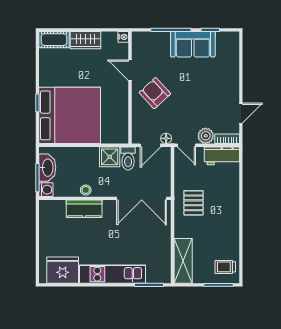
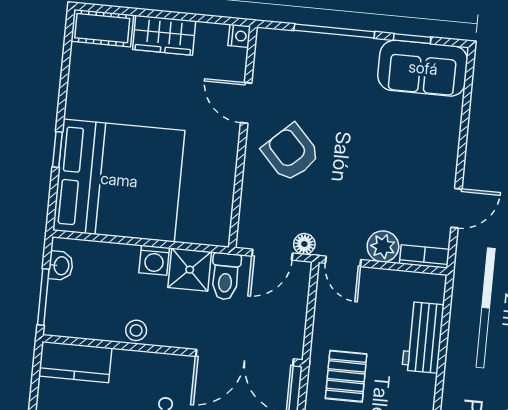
sofa: (193, 44) -> (423, 68), moved
workbench: (222, 156) -> (423, 337), moved, turned 90
washbasin: (47, 168) -> (61, 266), width x0.52, depth x0.69
washing machine: (46, 190) -> (154, 260), moved, turned 90
kitchen counter: (84, 209) -> (75, 362), moved

